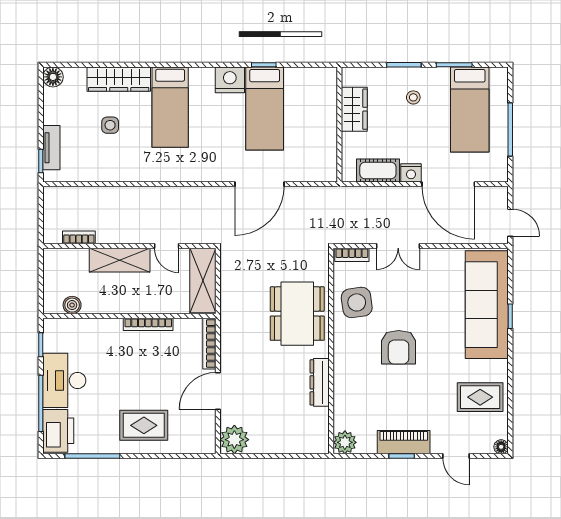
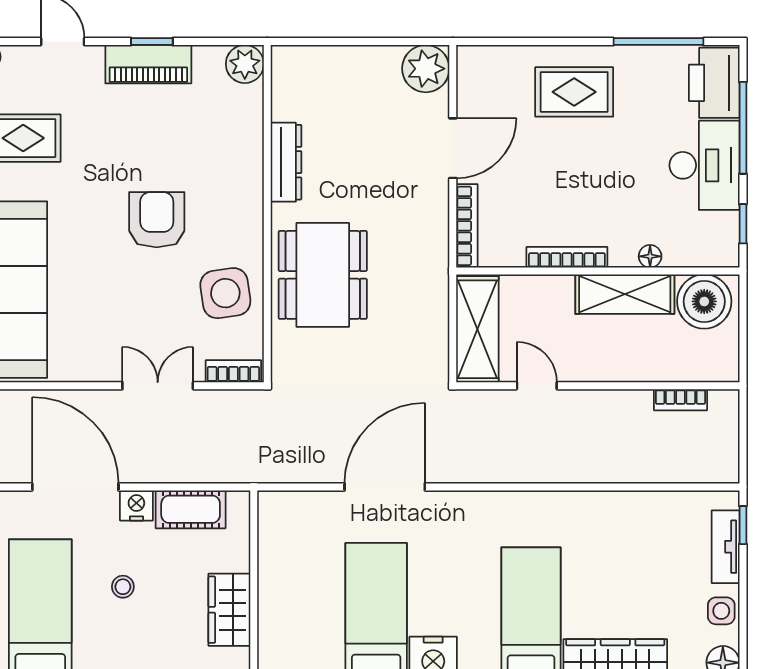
stool: (413, 97) -> (123, 587), moved
side table: (110, 125) -> (721, 611), moved
shelving: (120, 260) -> (625, 294), moved
boiler: (72, 305) -> (704, 301), width x1.86, depth x1.86
floor lamp: (97, 325) -> (650, 256), added

